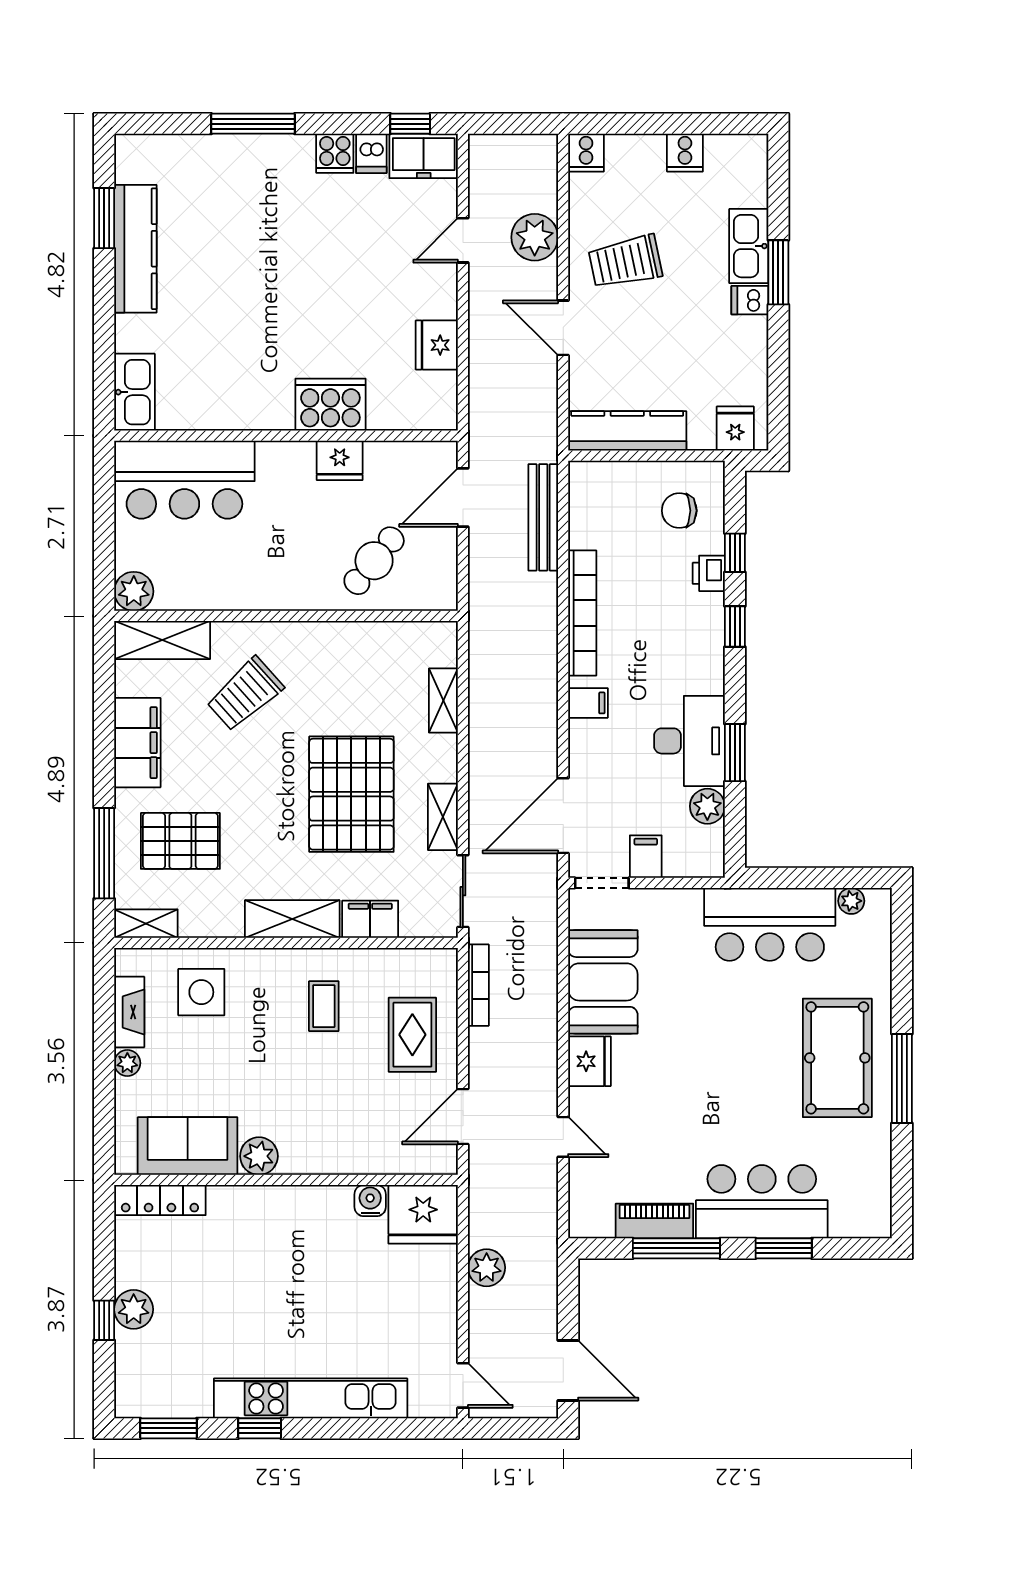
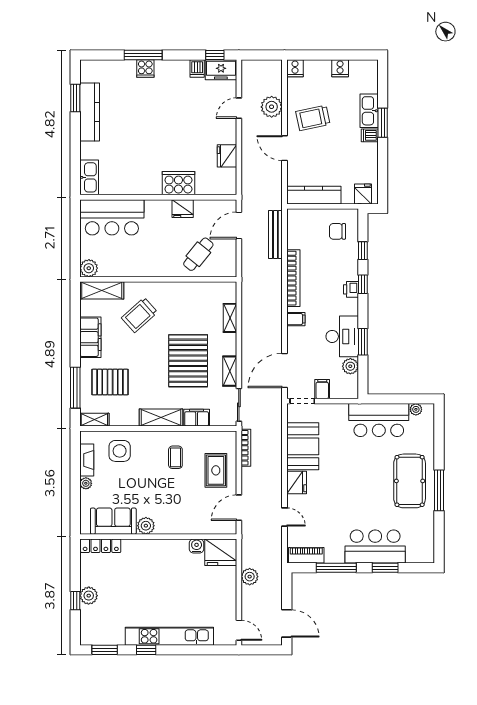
cooker: (335, 153) -> (145, 68), moved
printer: (709, 573) -> (351, 289), moved
piano: (654, 1221) -> (306, 555), moved

